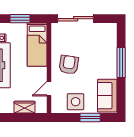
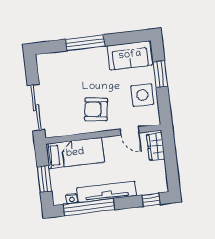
wardrobe: (24, 107) -> (156, 147), moved

